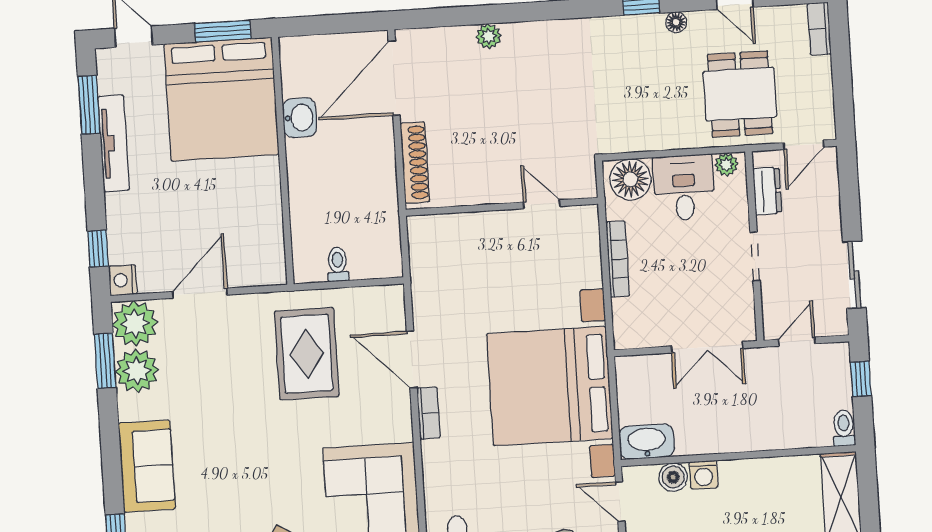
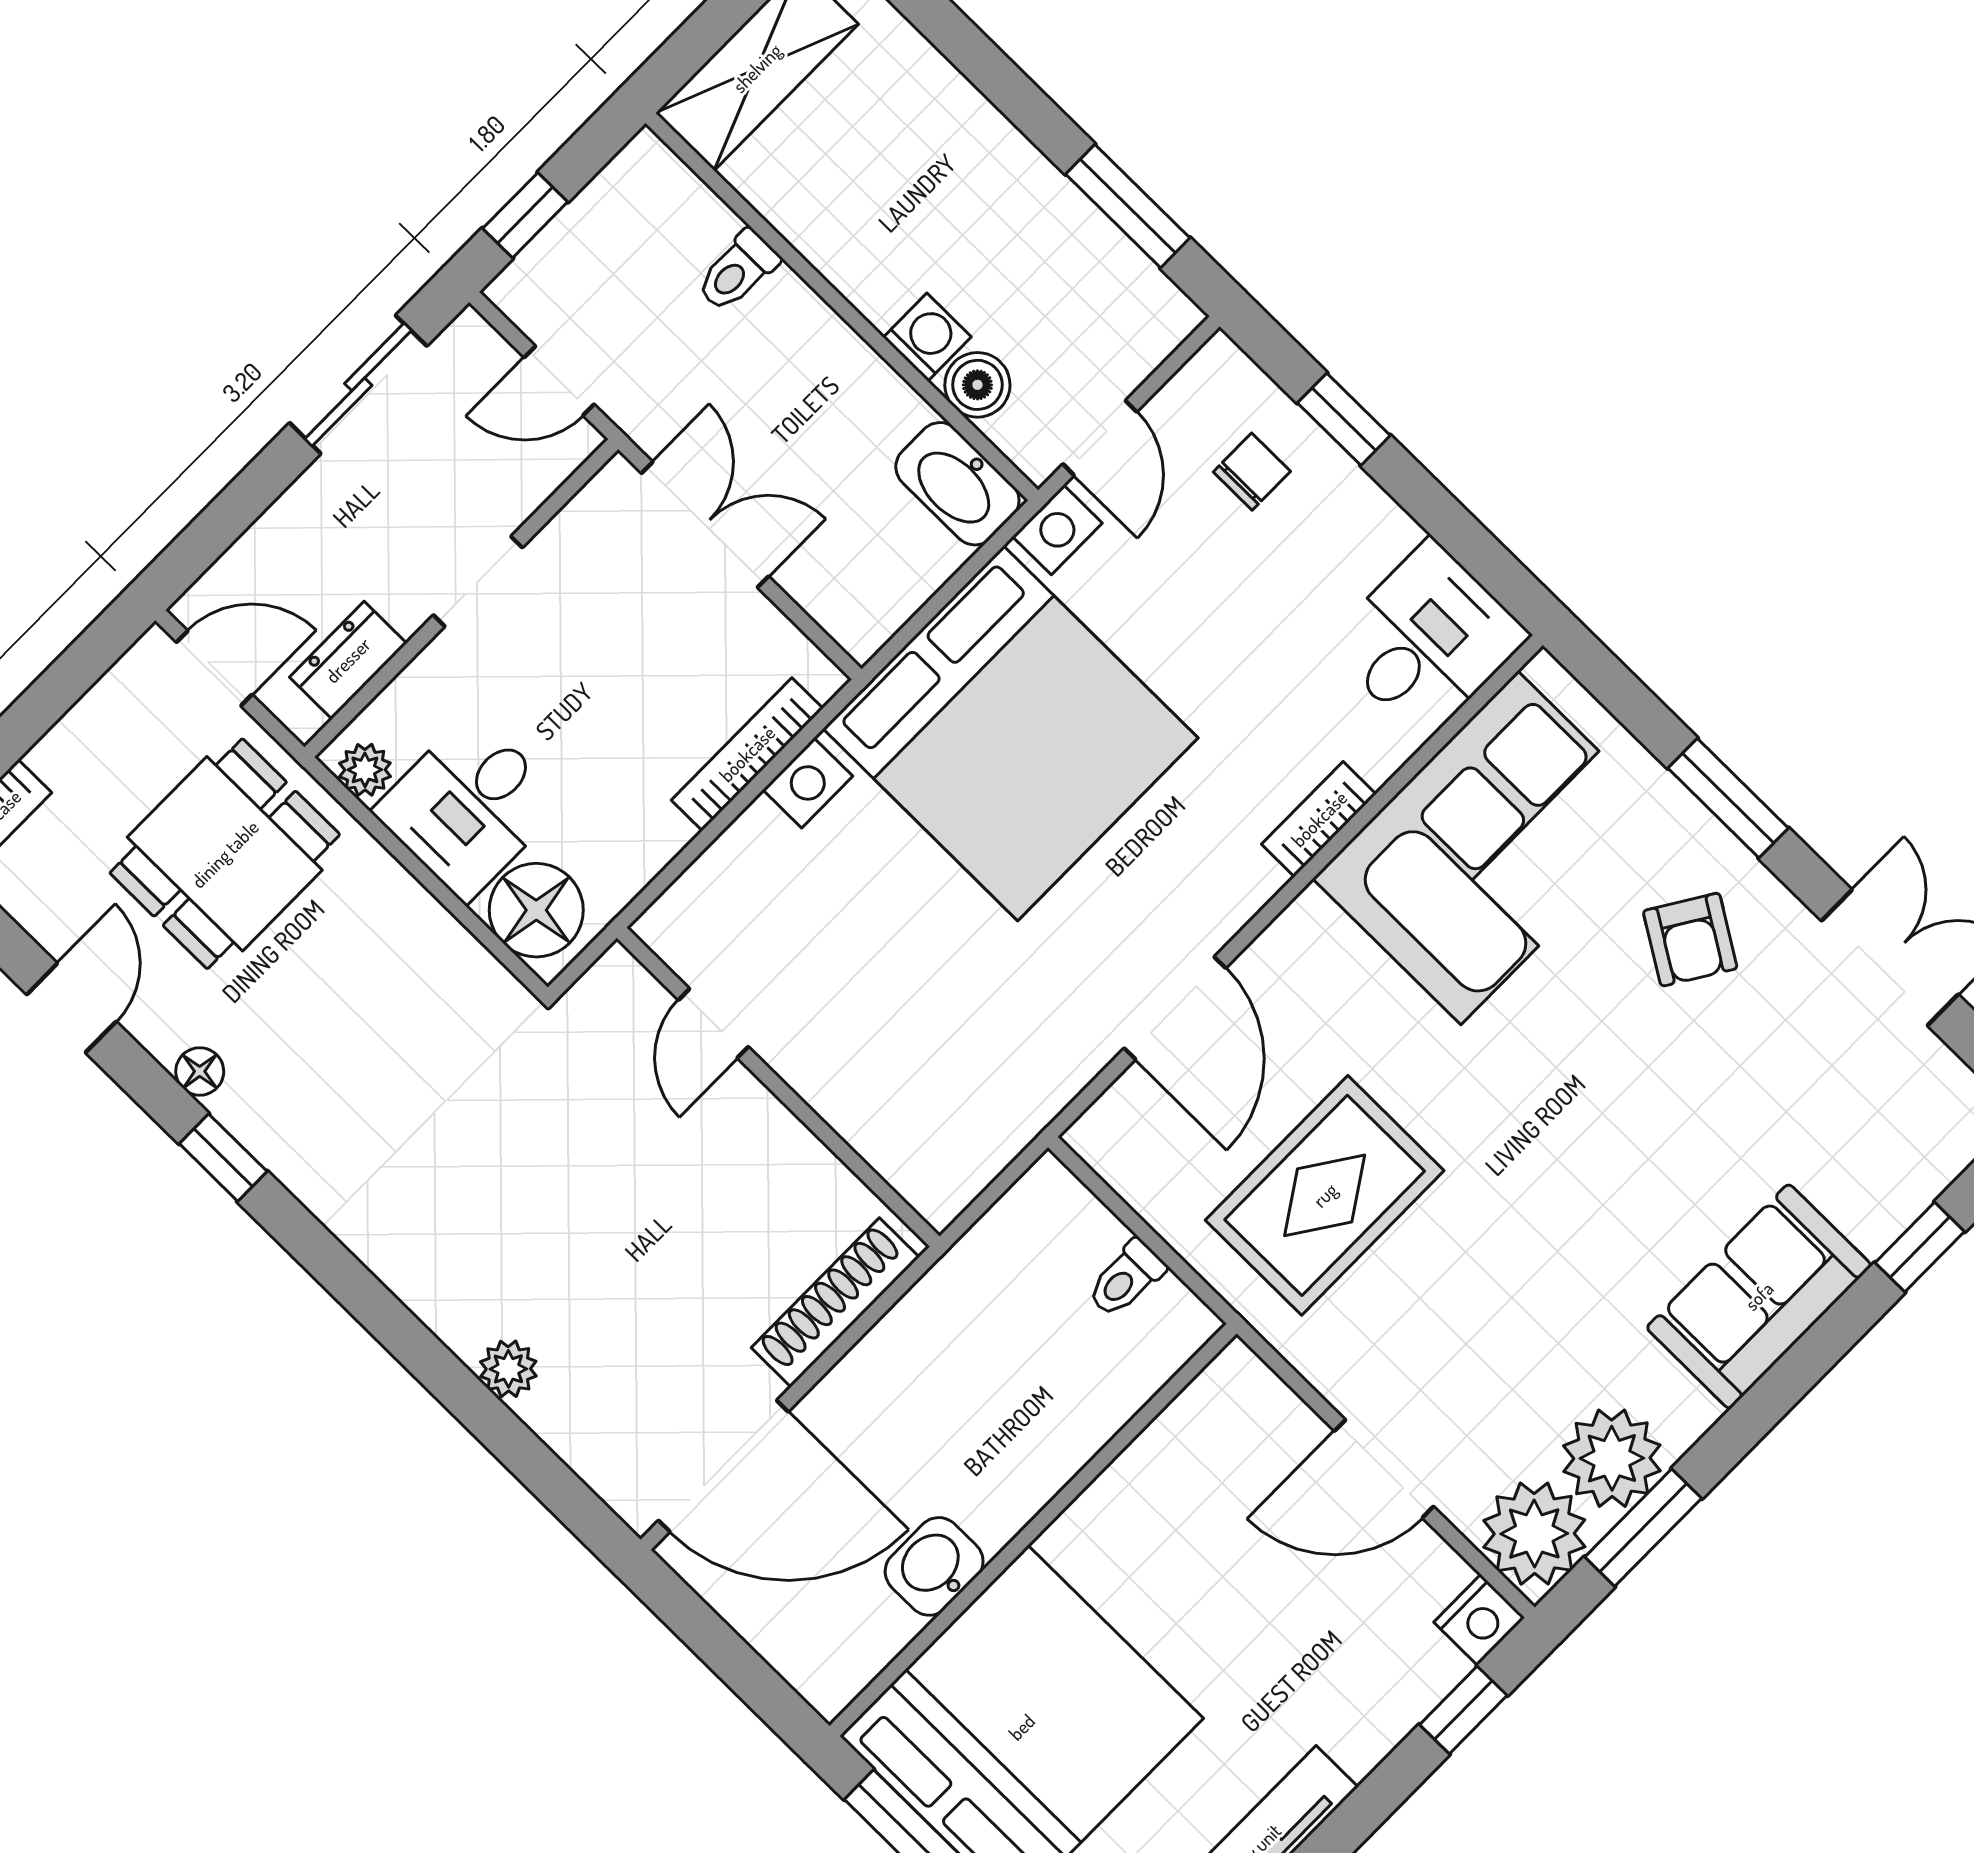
bookcase: (618, 259) -> (747, 754), moved
bookcase: (428, 413) -> (1319, 819), moved
toilet: (844, 428) -> (738, 271), moved

